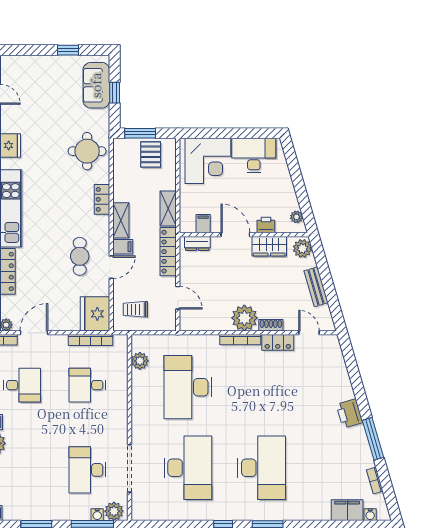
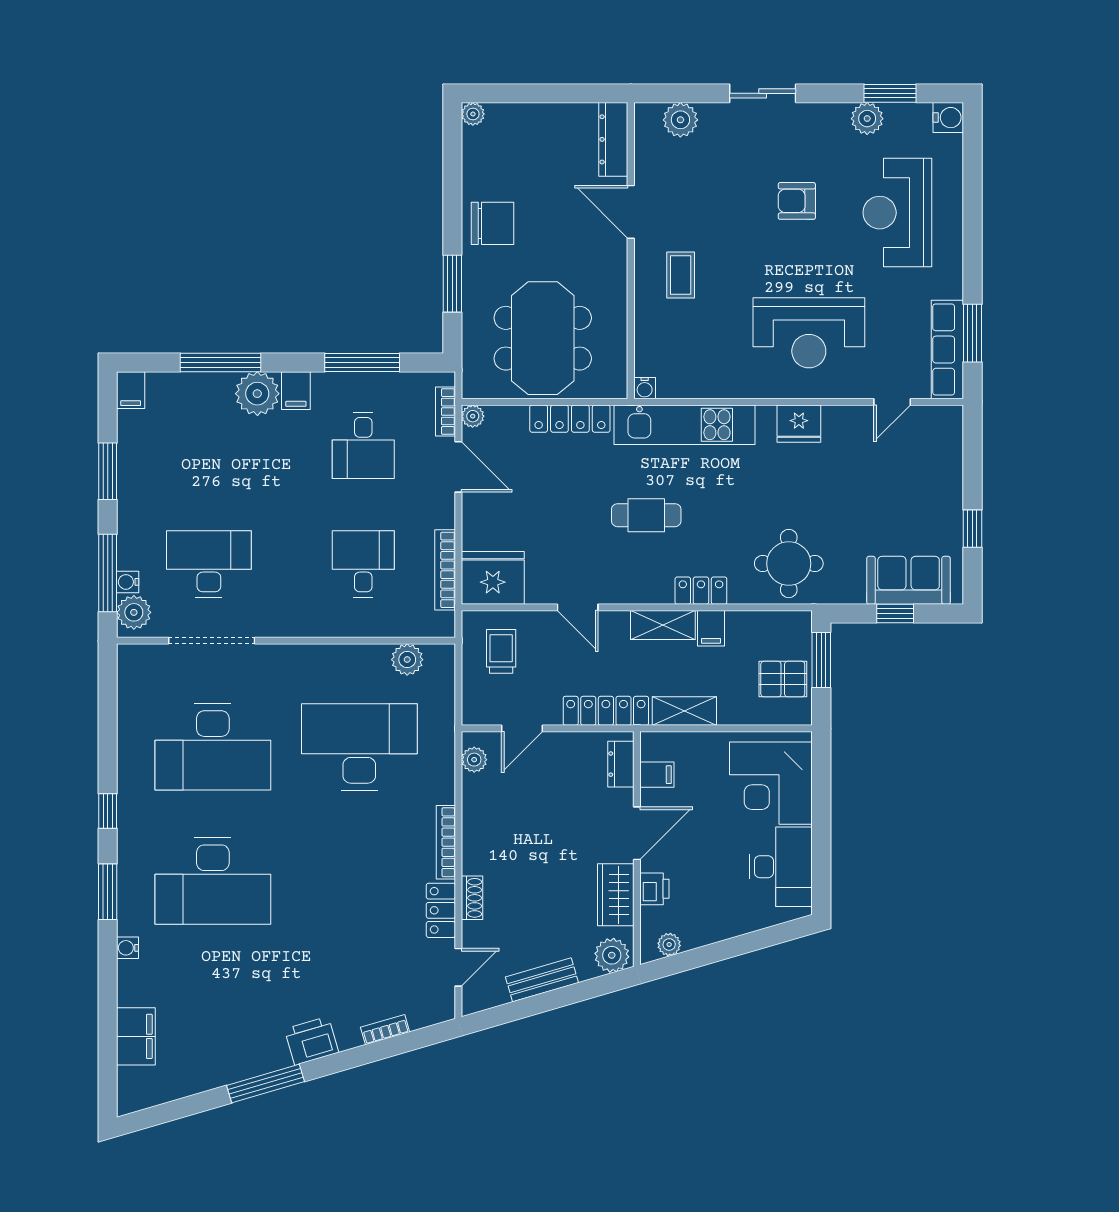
filing cabinet: (123, 247) -> (711, 628), moved
cafe table: (80, 256) -> (646, 515), moved
plant: (244, 318) -> (474, 760), moved, width x0.53, depth x0.53
bookcase: (375, 480) -> (385, 1030), moved
water cooler: (370, 515) -> (128, 948), moved

